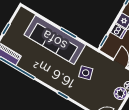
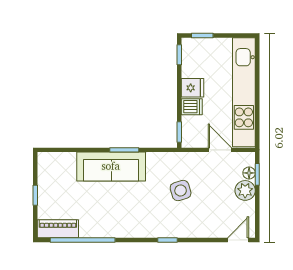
sofa: (55, 40) -> (111, 166), width x0.74, depth x0.79

